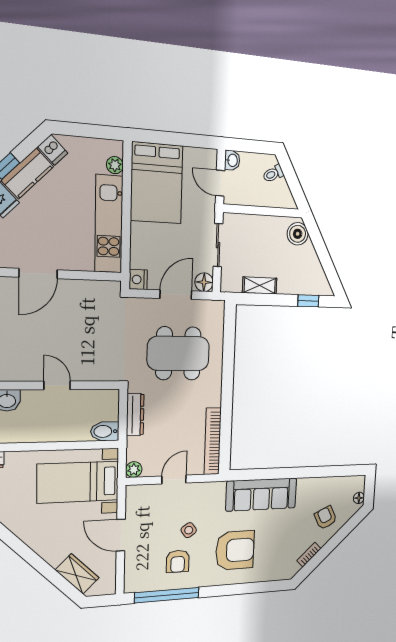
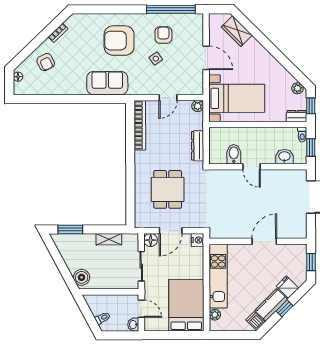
window: (308, 301) -> (70, 229), width x1.50
dining table: (178, 353) -> (168, 189), width x0.73
bidet: (105, 431) -> (234, 154), moved, turned -90
sofa: (261, 495) -> (107, 83), width x0.73

